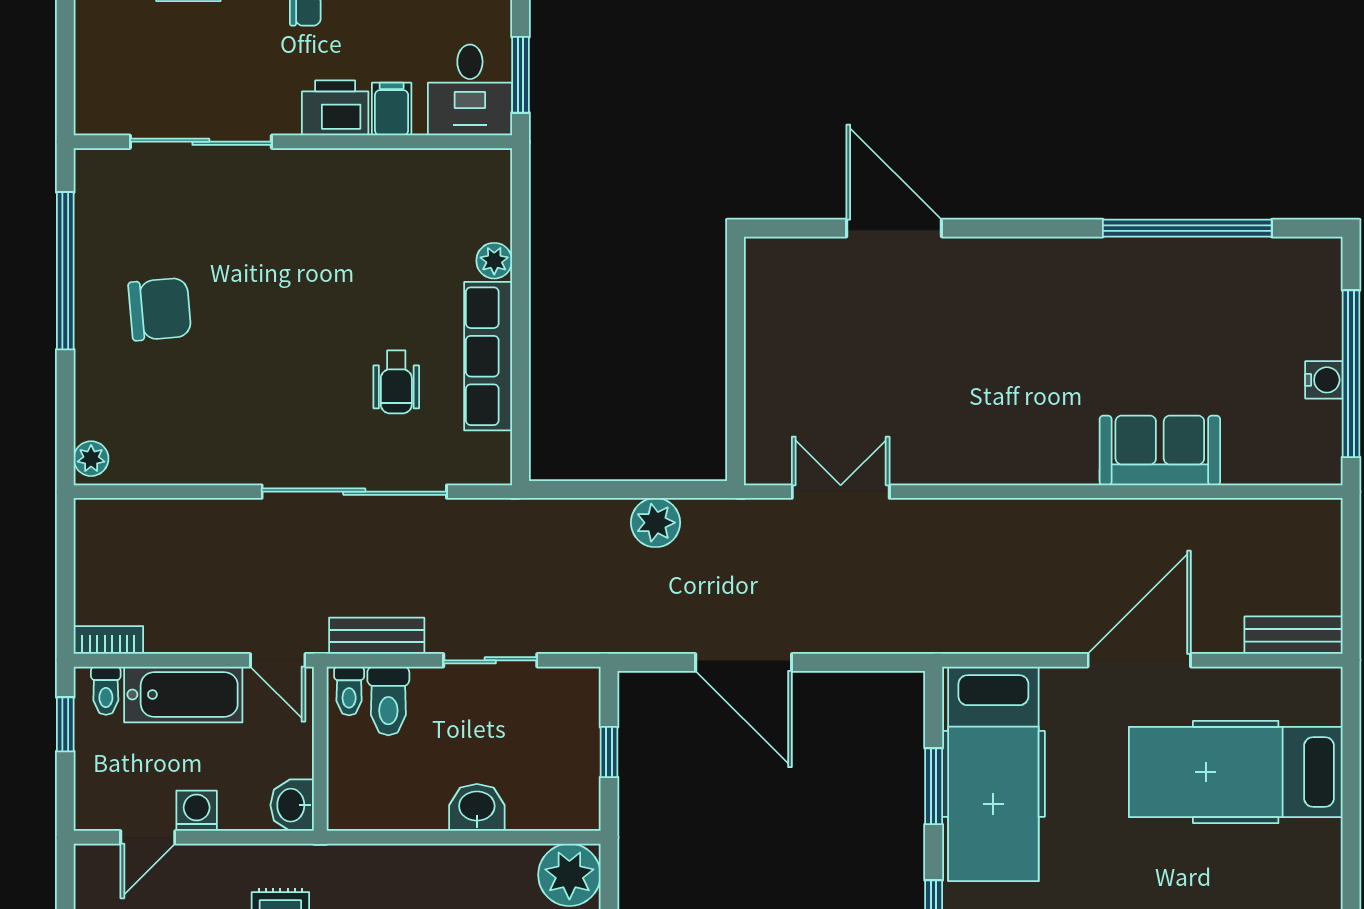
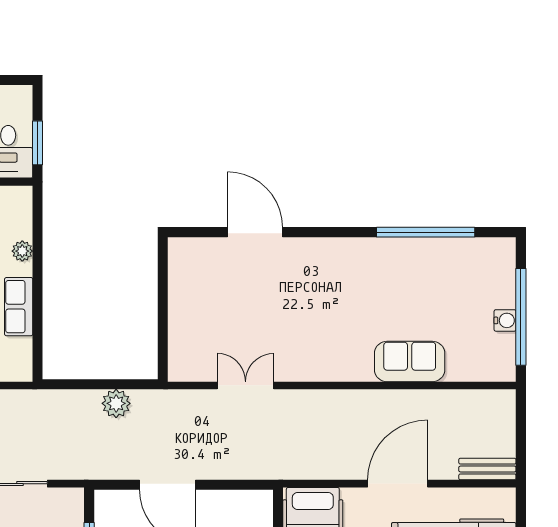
row of seats: (488, 356) -> (19, 307), width x0.68
double door: (841, 492) -> (246, 385), moved

